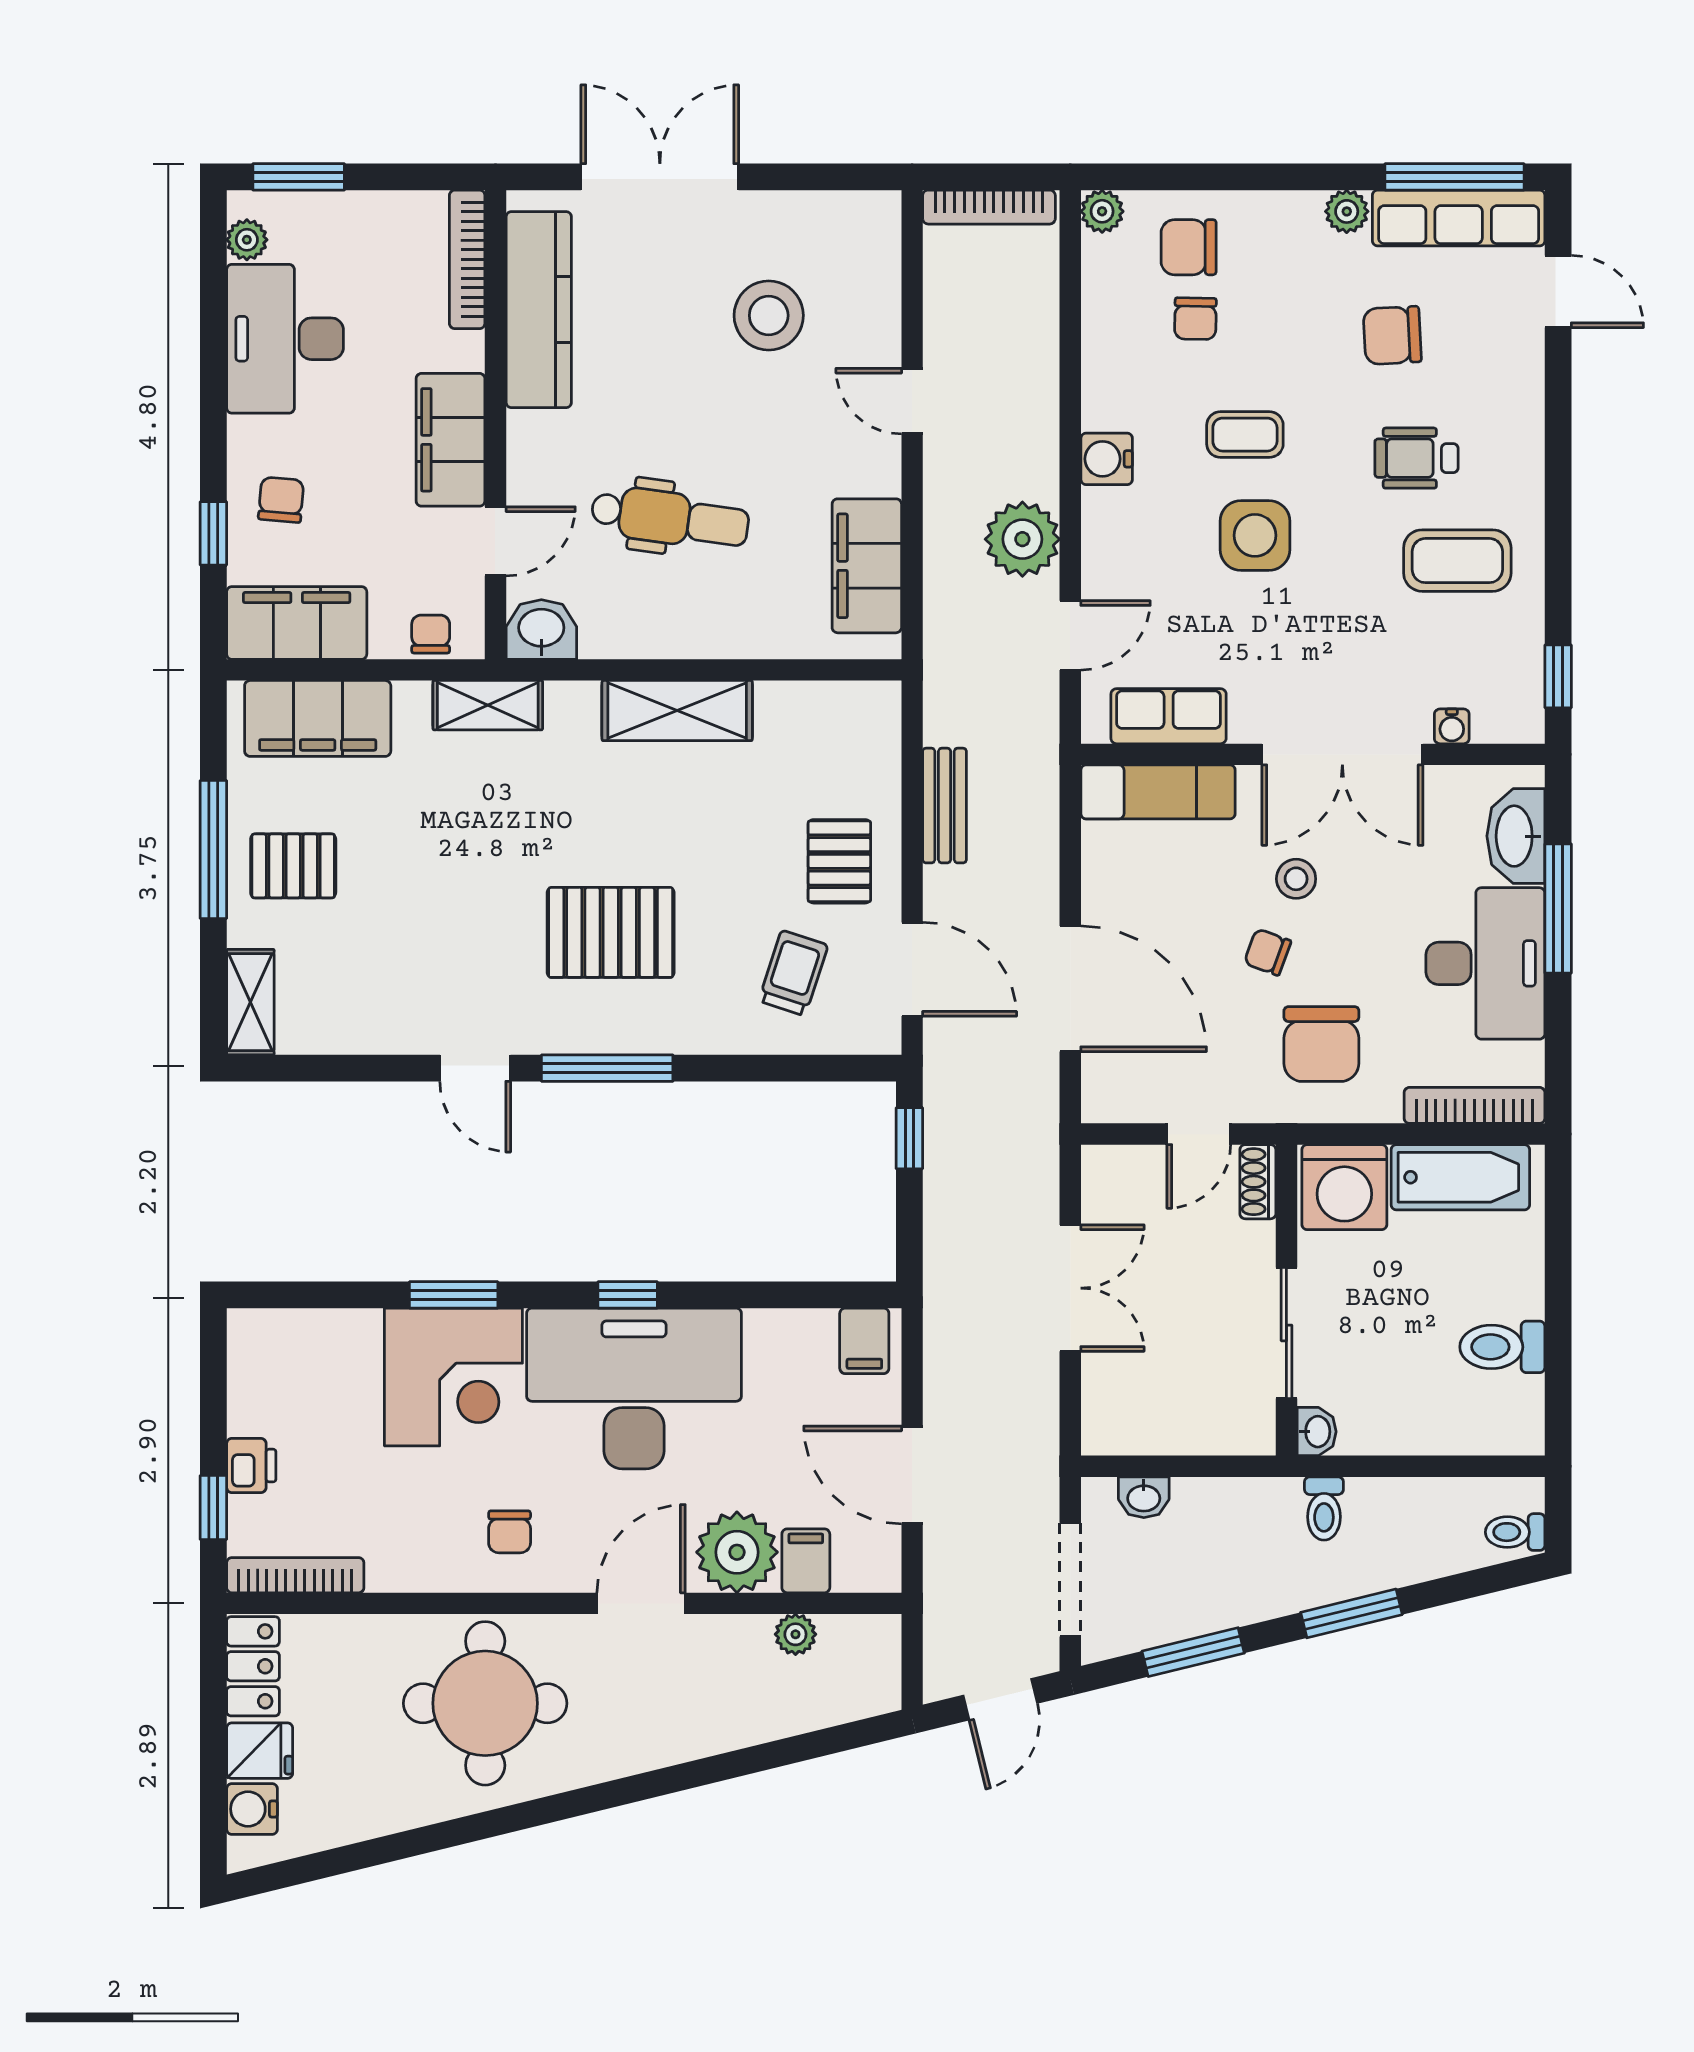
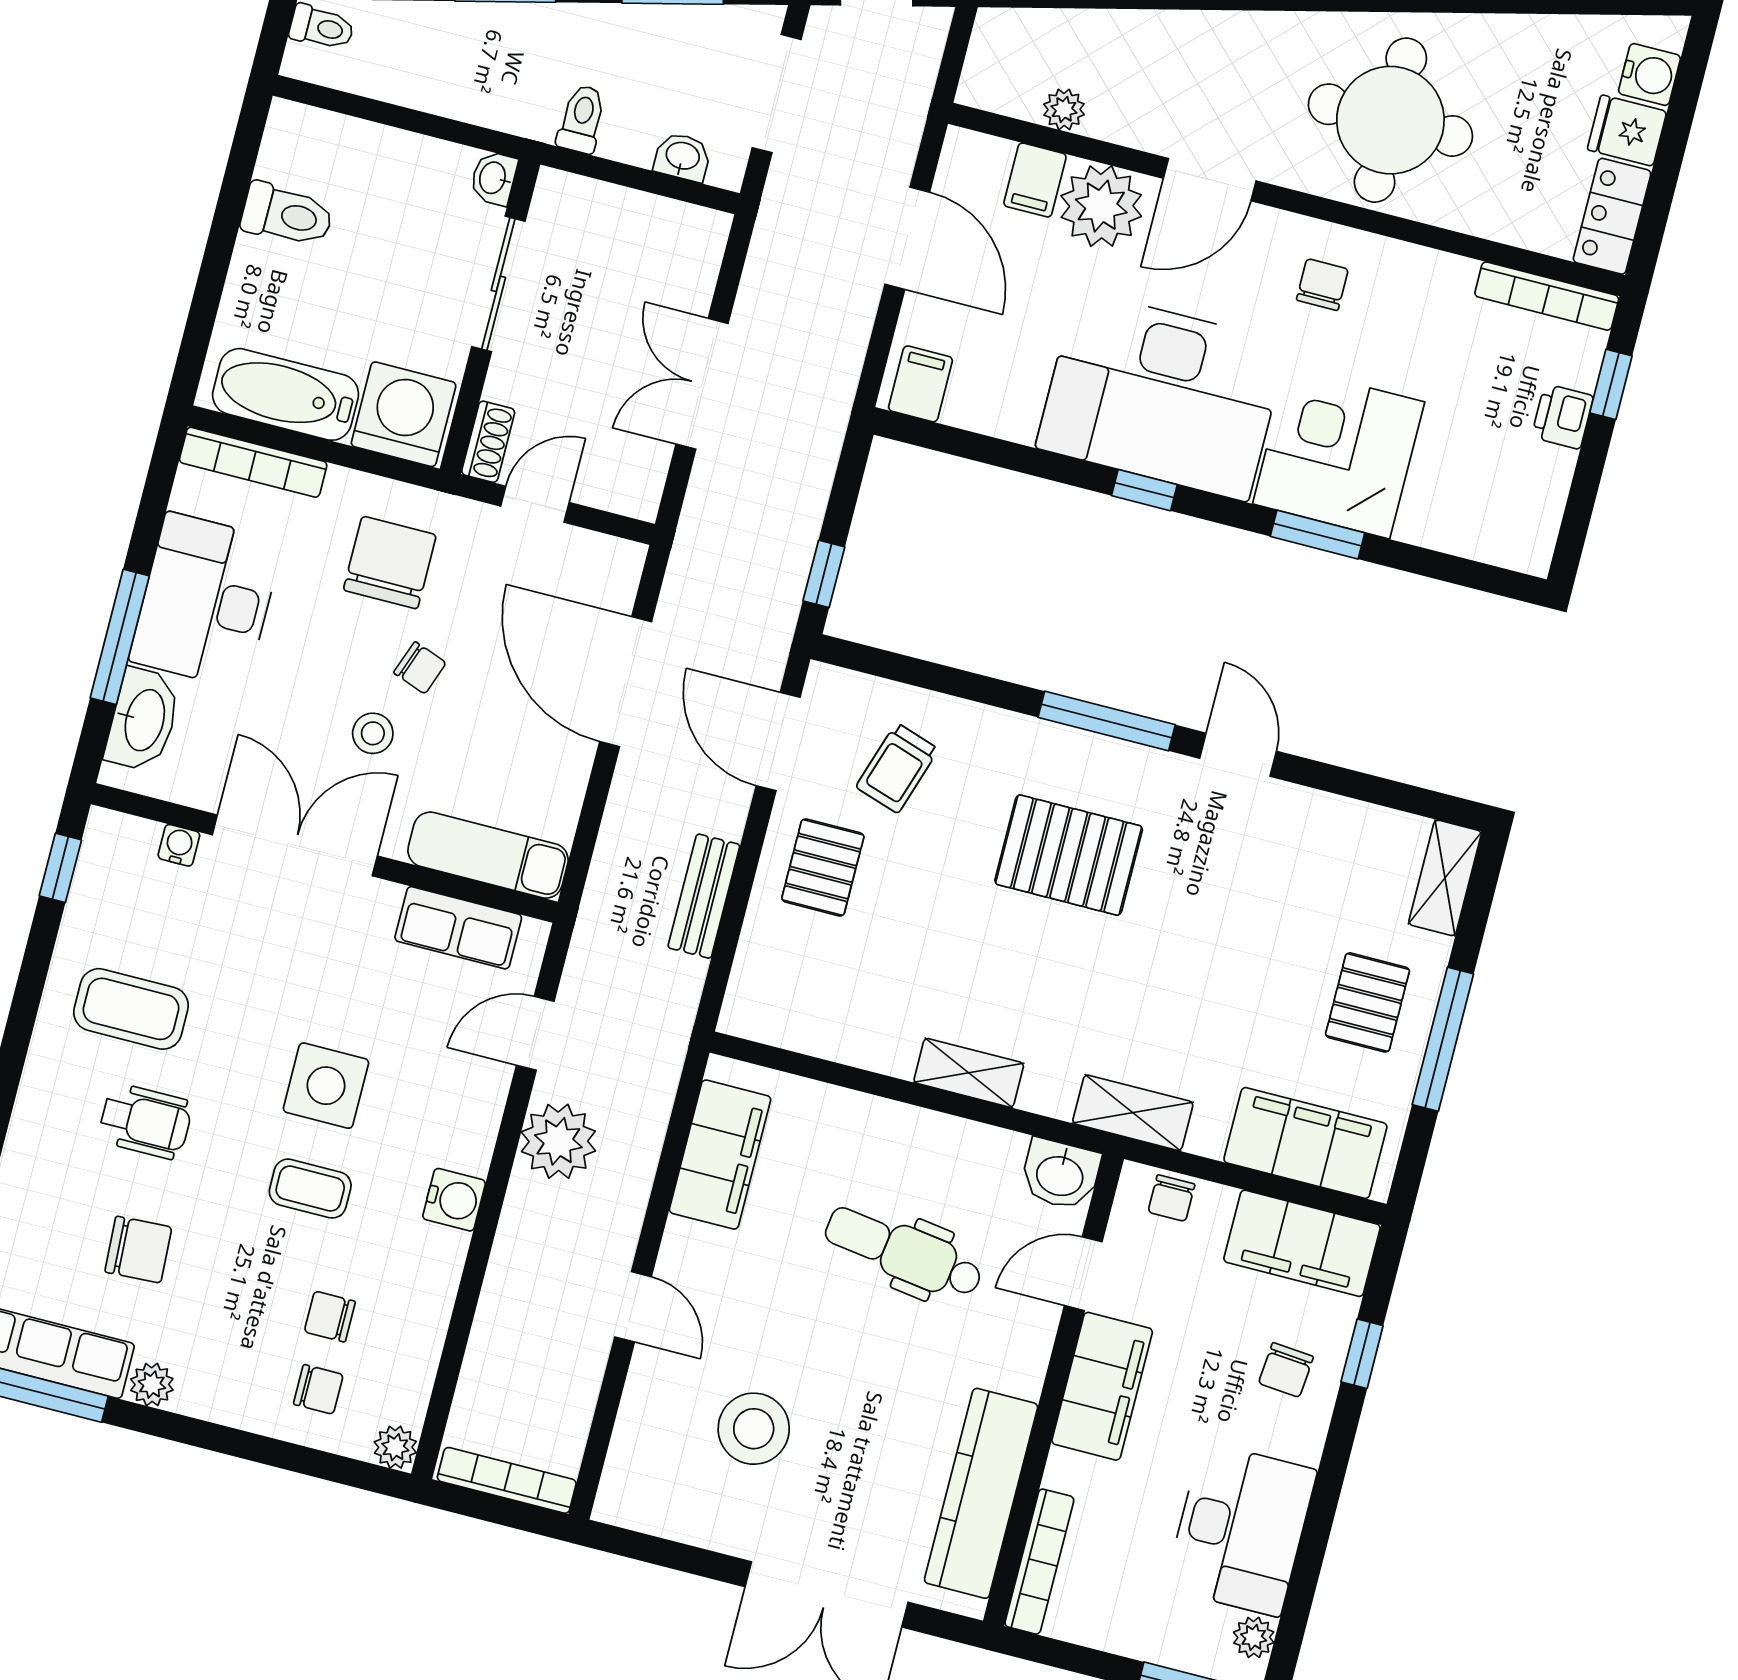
chair: (1189, 247) -> (318, 1389), width x0.73, depth x0.73
chair: (1195, 319) -> (330, 1317), turned -91
shelving: (677, 711) -> (969, 1073), width x0.67, depth x0.75
pallet: (293, 866) -> (1368, 1002), turned 90
toilet: (1324, 1509) -> (582, 119), moved

